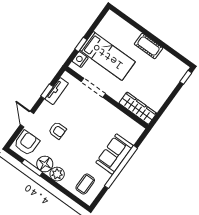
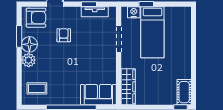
cot: (149, 46) -> (184, 92), moved
armchair: (57, 130) -> (64, 35), turned 180
sofa: (114, 154) -> (98, 95), moved

